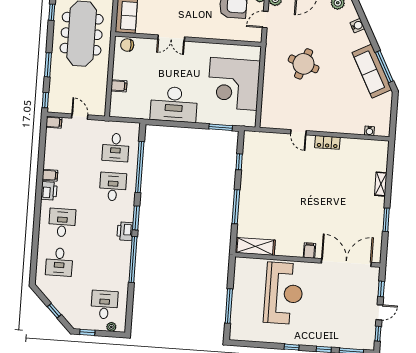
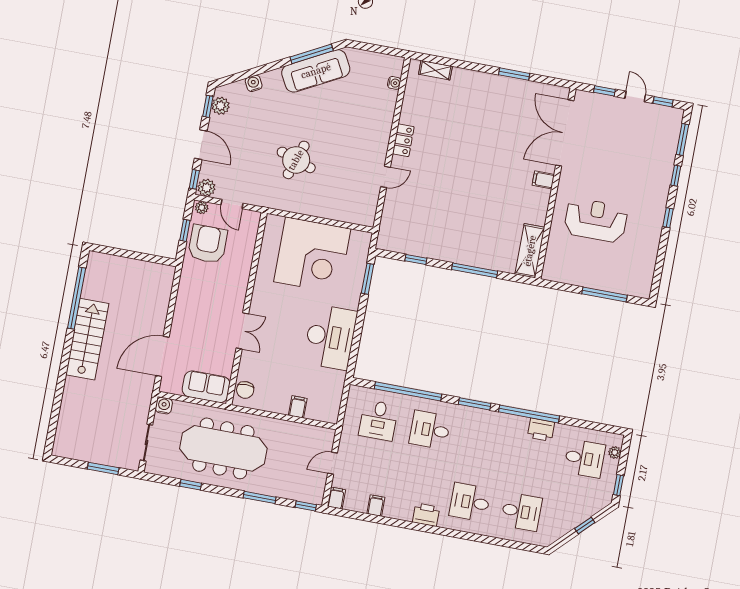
desk: (116, 147) -> (378, 420), turned 90
filing cabinet: (50, 175) -> (376, 506), moved
shelving: (381, 184) -> (435, 70), moved
printer: (125, 231) -> (541, 430), moved
reception desk: (284, 293) -> (596, 220), width x0.74, depth x0.77
desk: (104, 305) -> (584, 458), turned 180

